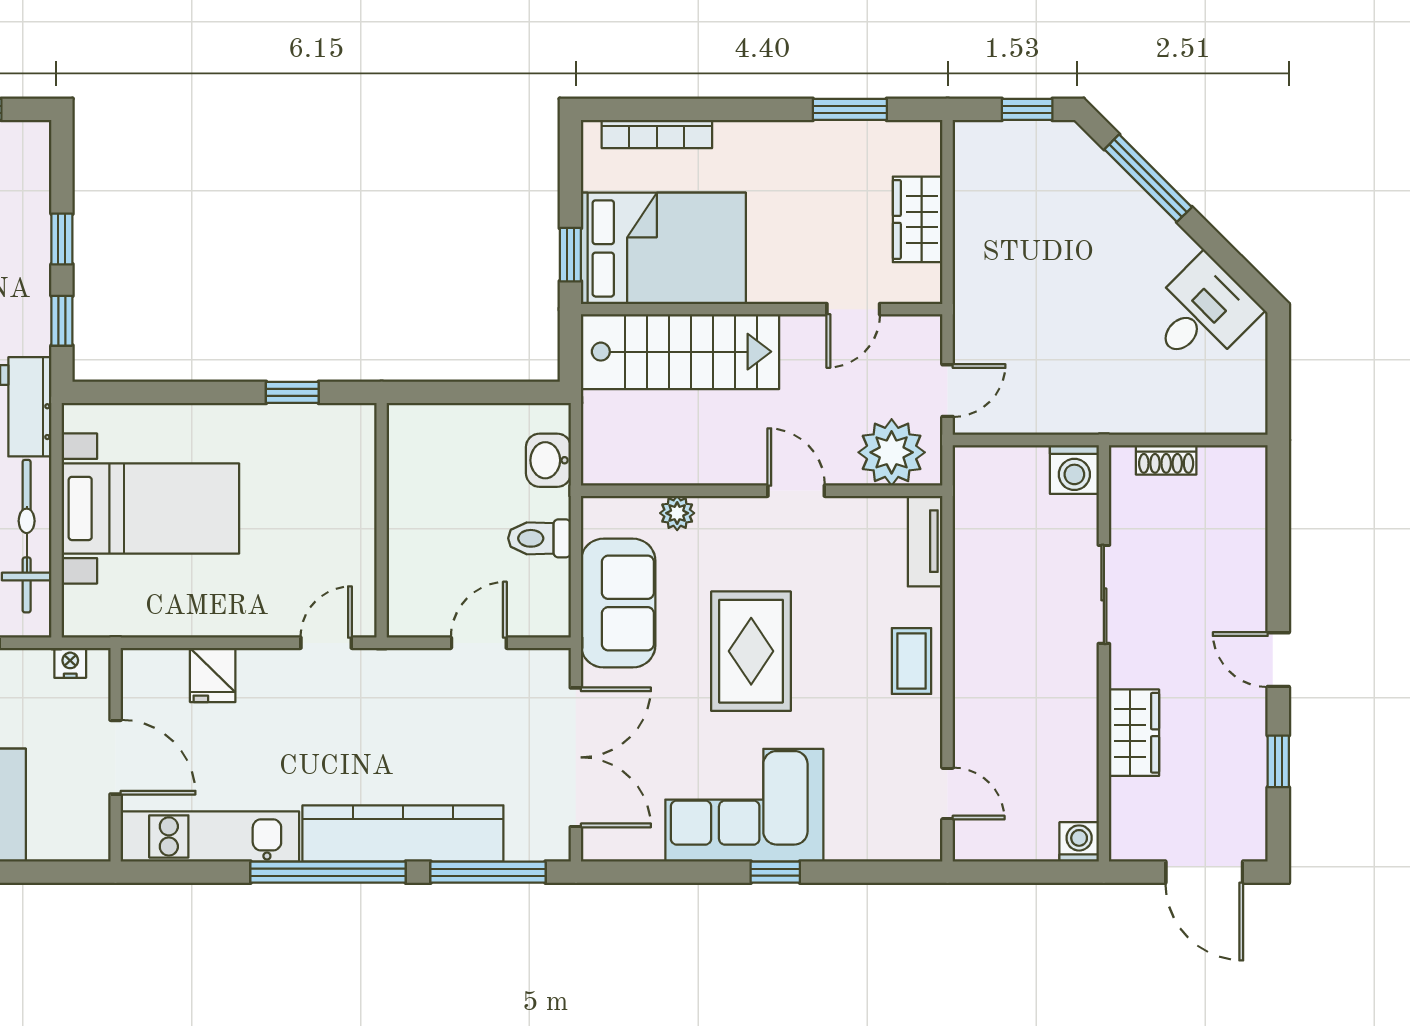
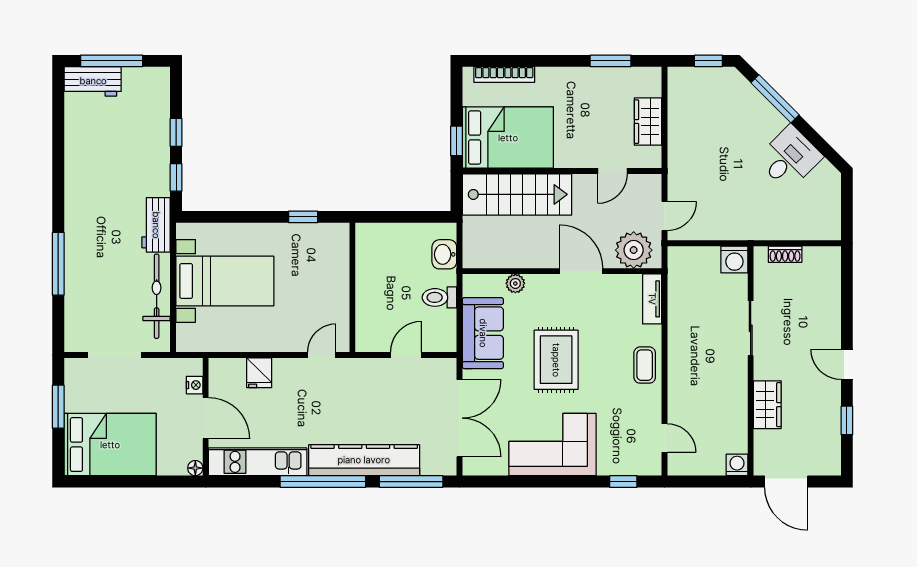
desk: (1202, 313) -> (789, 158), moved
door: (796, 491) -> (581, 271), width x1.38
nightstand: (70, 663) -> (195, 385), moved, turned 90
floor lamp: (97, 848) -> (195, 468), added
window: (775, 872) -> (623, 482), moved
door: (1204, 872) -> (786, 482), moved

